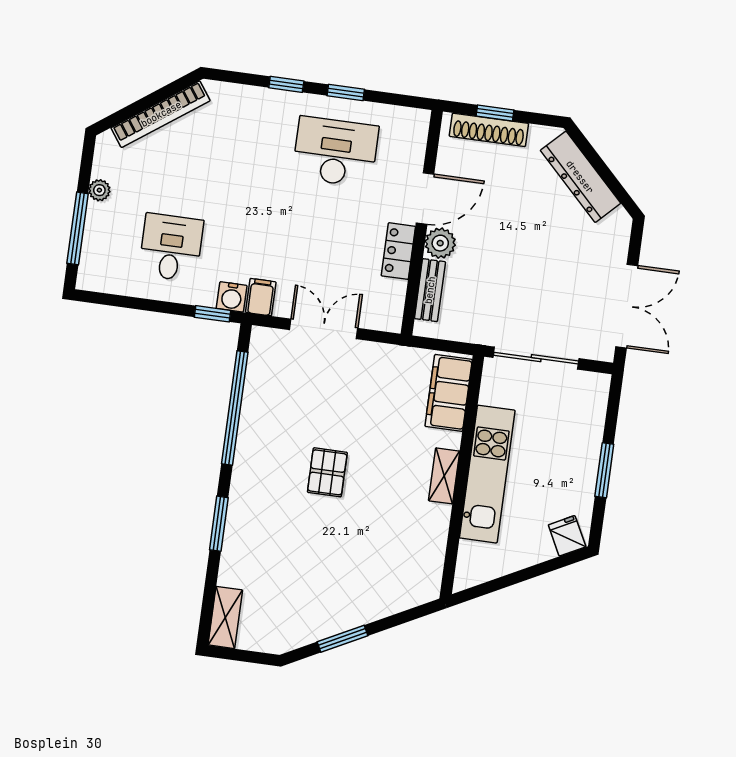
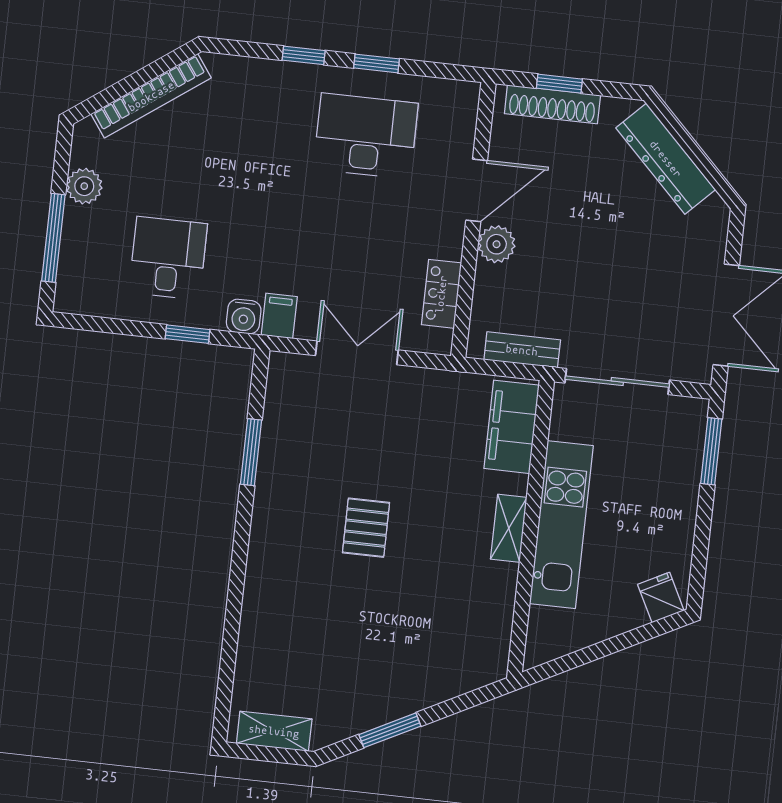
plant: (99, 190) -> (84, 186), width x1.38, depth x1.38
locker: (398, 251) -> (441, 294), moved
bench: (430, 290) -> (522, 350), moved, turned 90
window: (213, 314) -> (187, 334), moved
window: (235, 408) -> (251, 452), width x0.47
window: (604, 470) -> (711, 451), moved
window: (219, 524) -> (235, 594), removed
shelving: (225, 617) -> (274, 731), moved, turned 90

